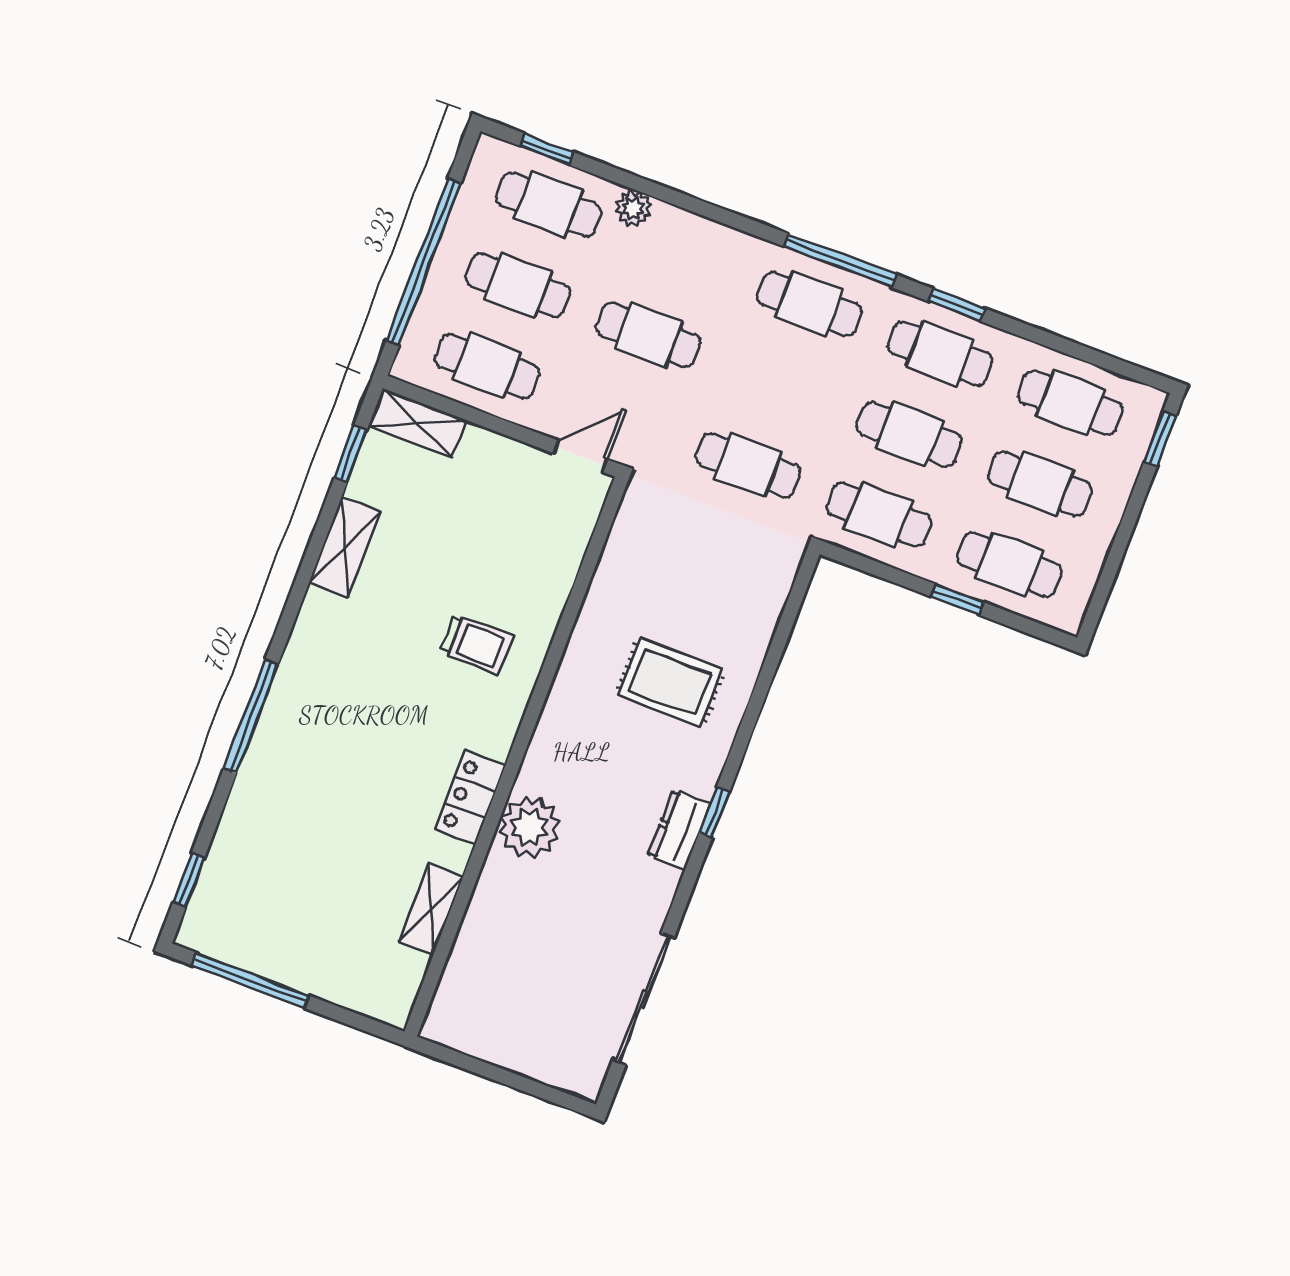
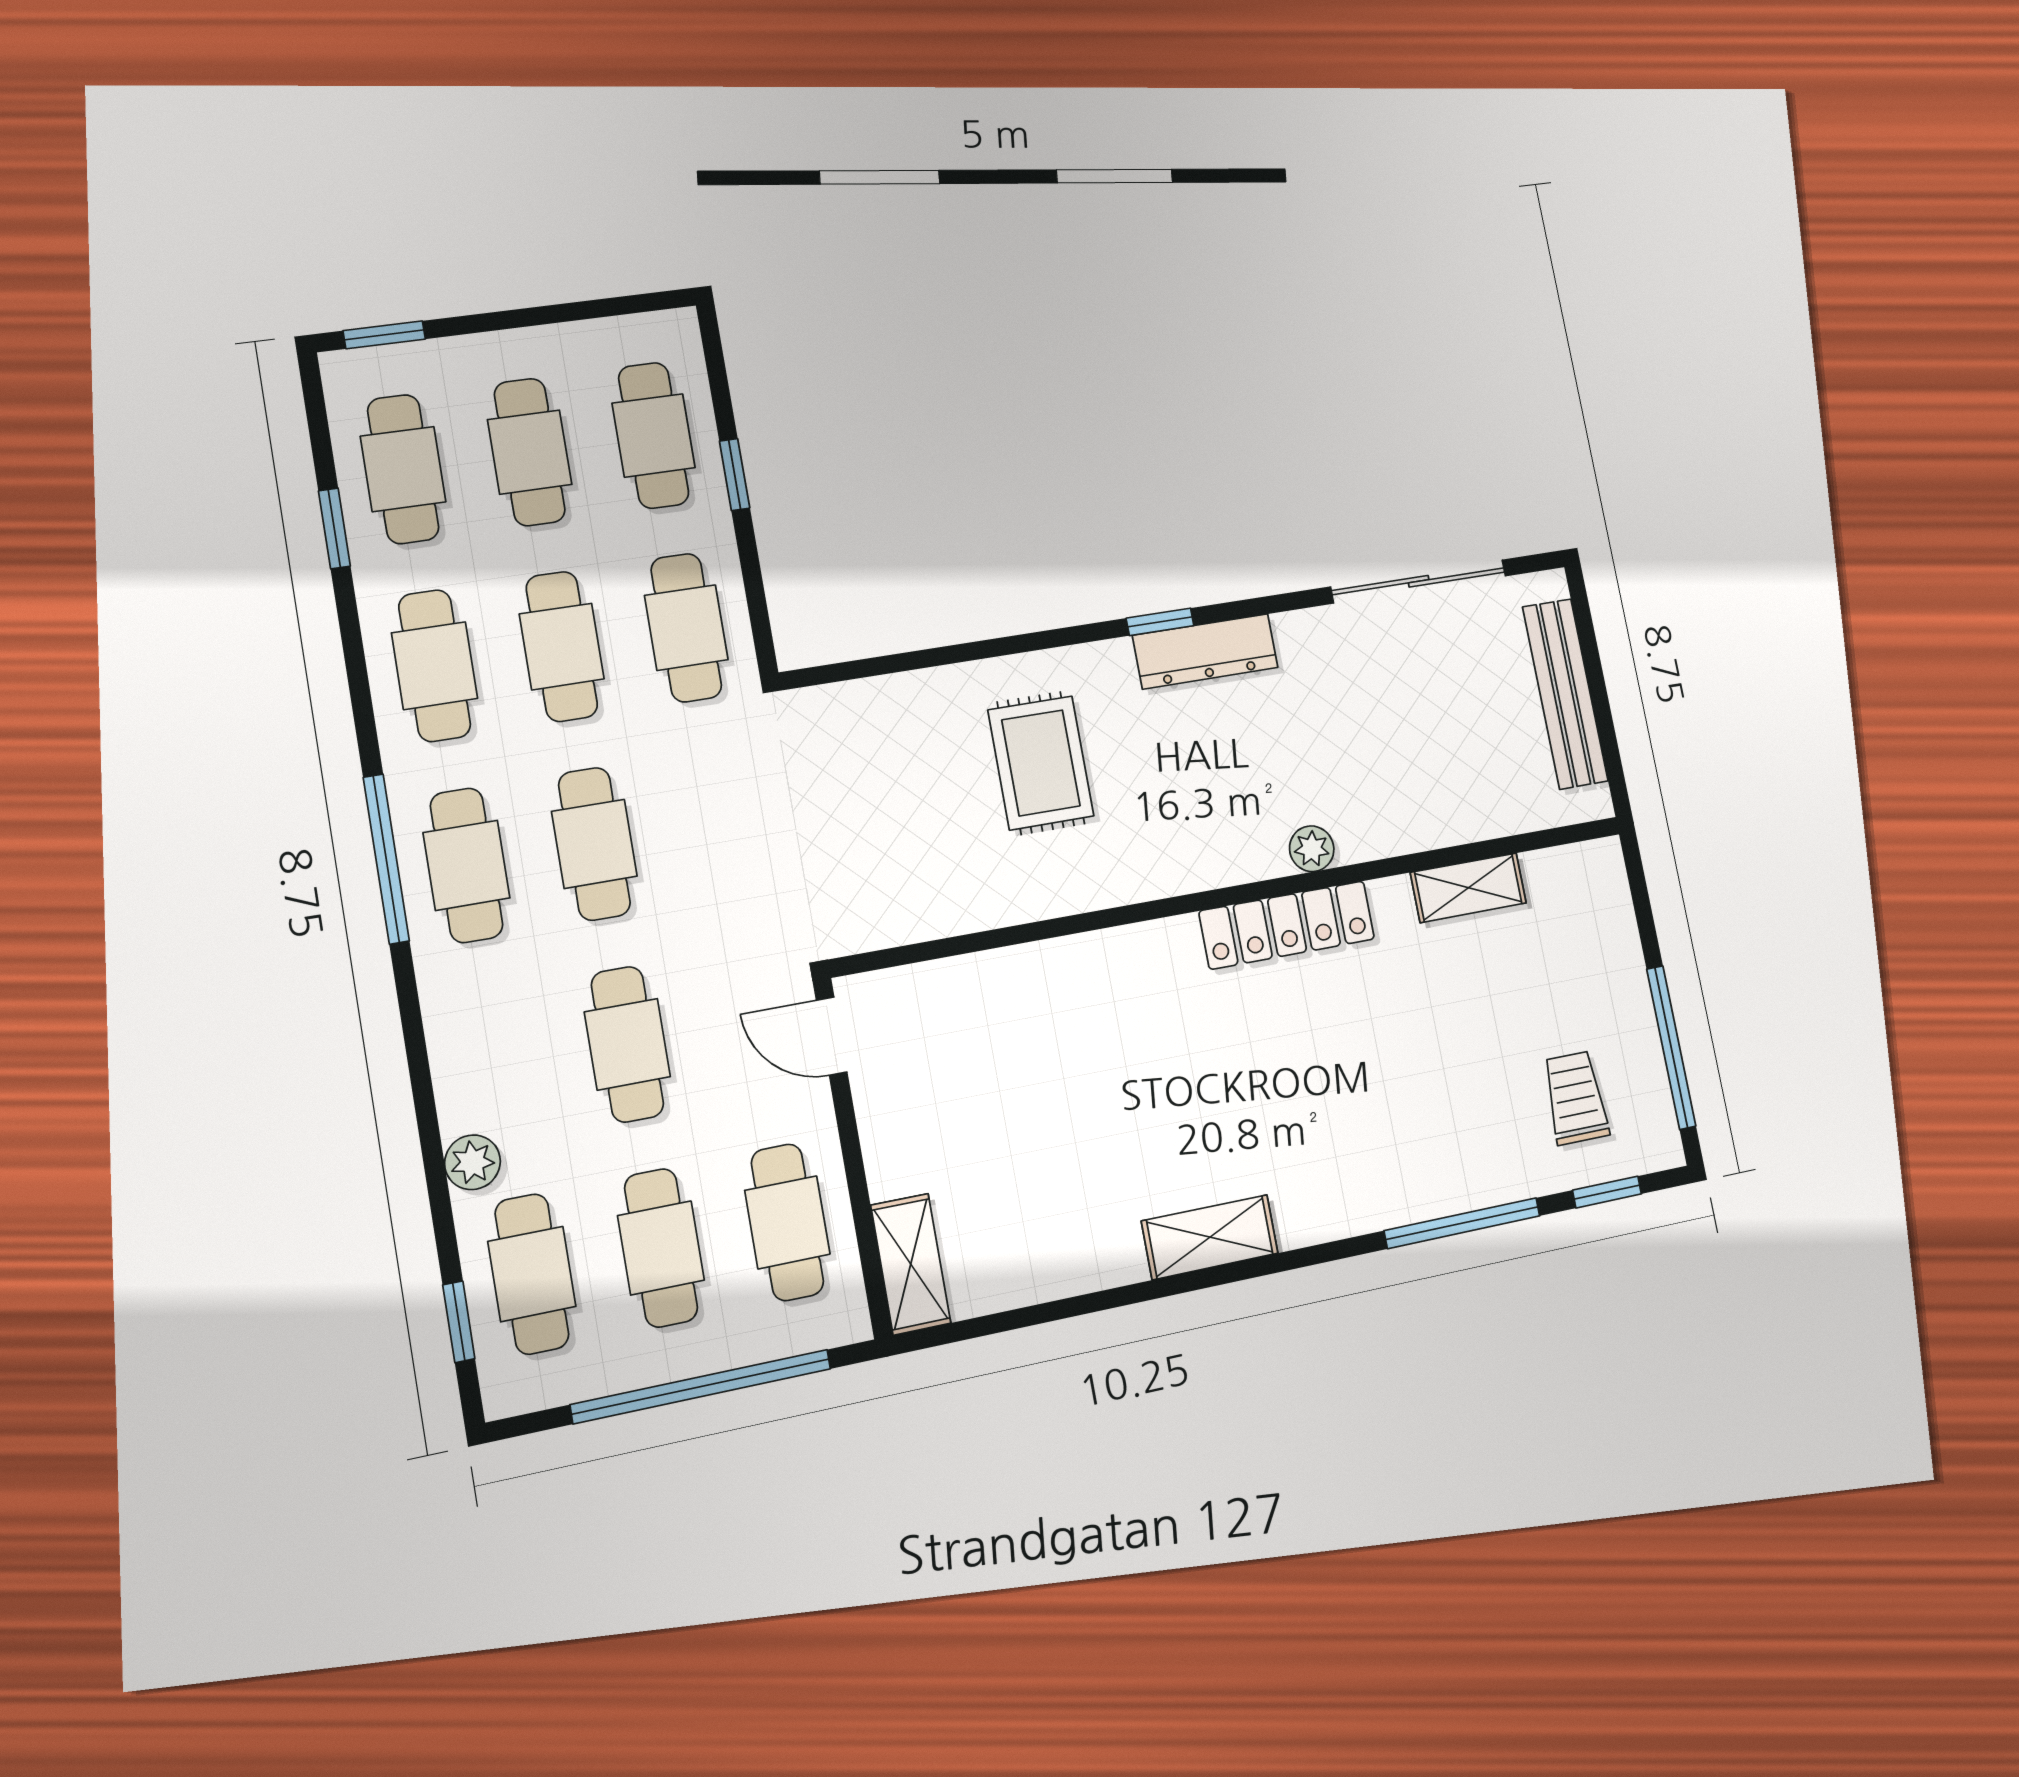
window: (957, 305) -> (334, 528), moved
window: (351, 454) -> (998, 1323), removed
cafe table: (748, 465) -> (594, 844), moved
shelving: (345, 547) -> (1210, 1237), moved
trolley: (476, 644) -> (1575, 1098), moved
window: (251, 716) -> (1462, 1223), moved
locker: (470, 798) -> (1287, 925), width x1.53
plant: (530, 827) -> (1312, 849), width x0.53, depth x0.53
dresser: (679, 830) -> (1205, 651), width x1.44
bench: (515, 1053) -> (1565, 694), added

